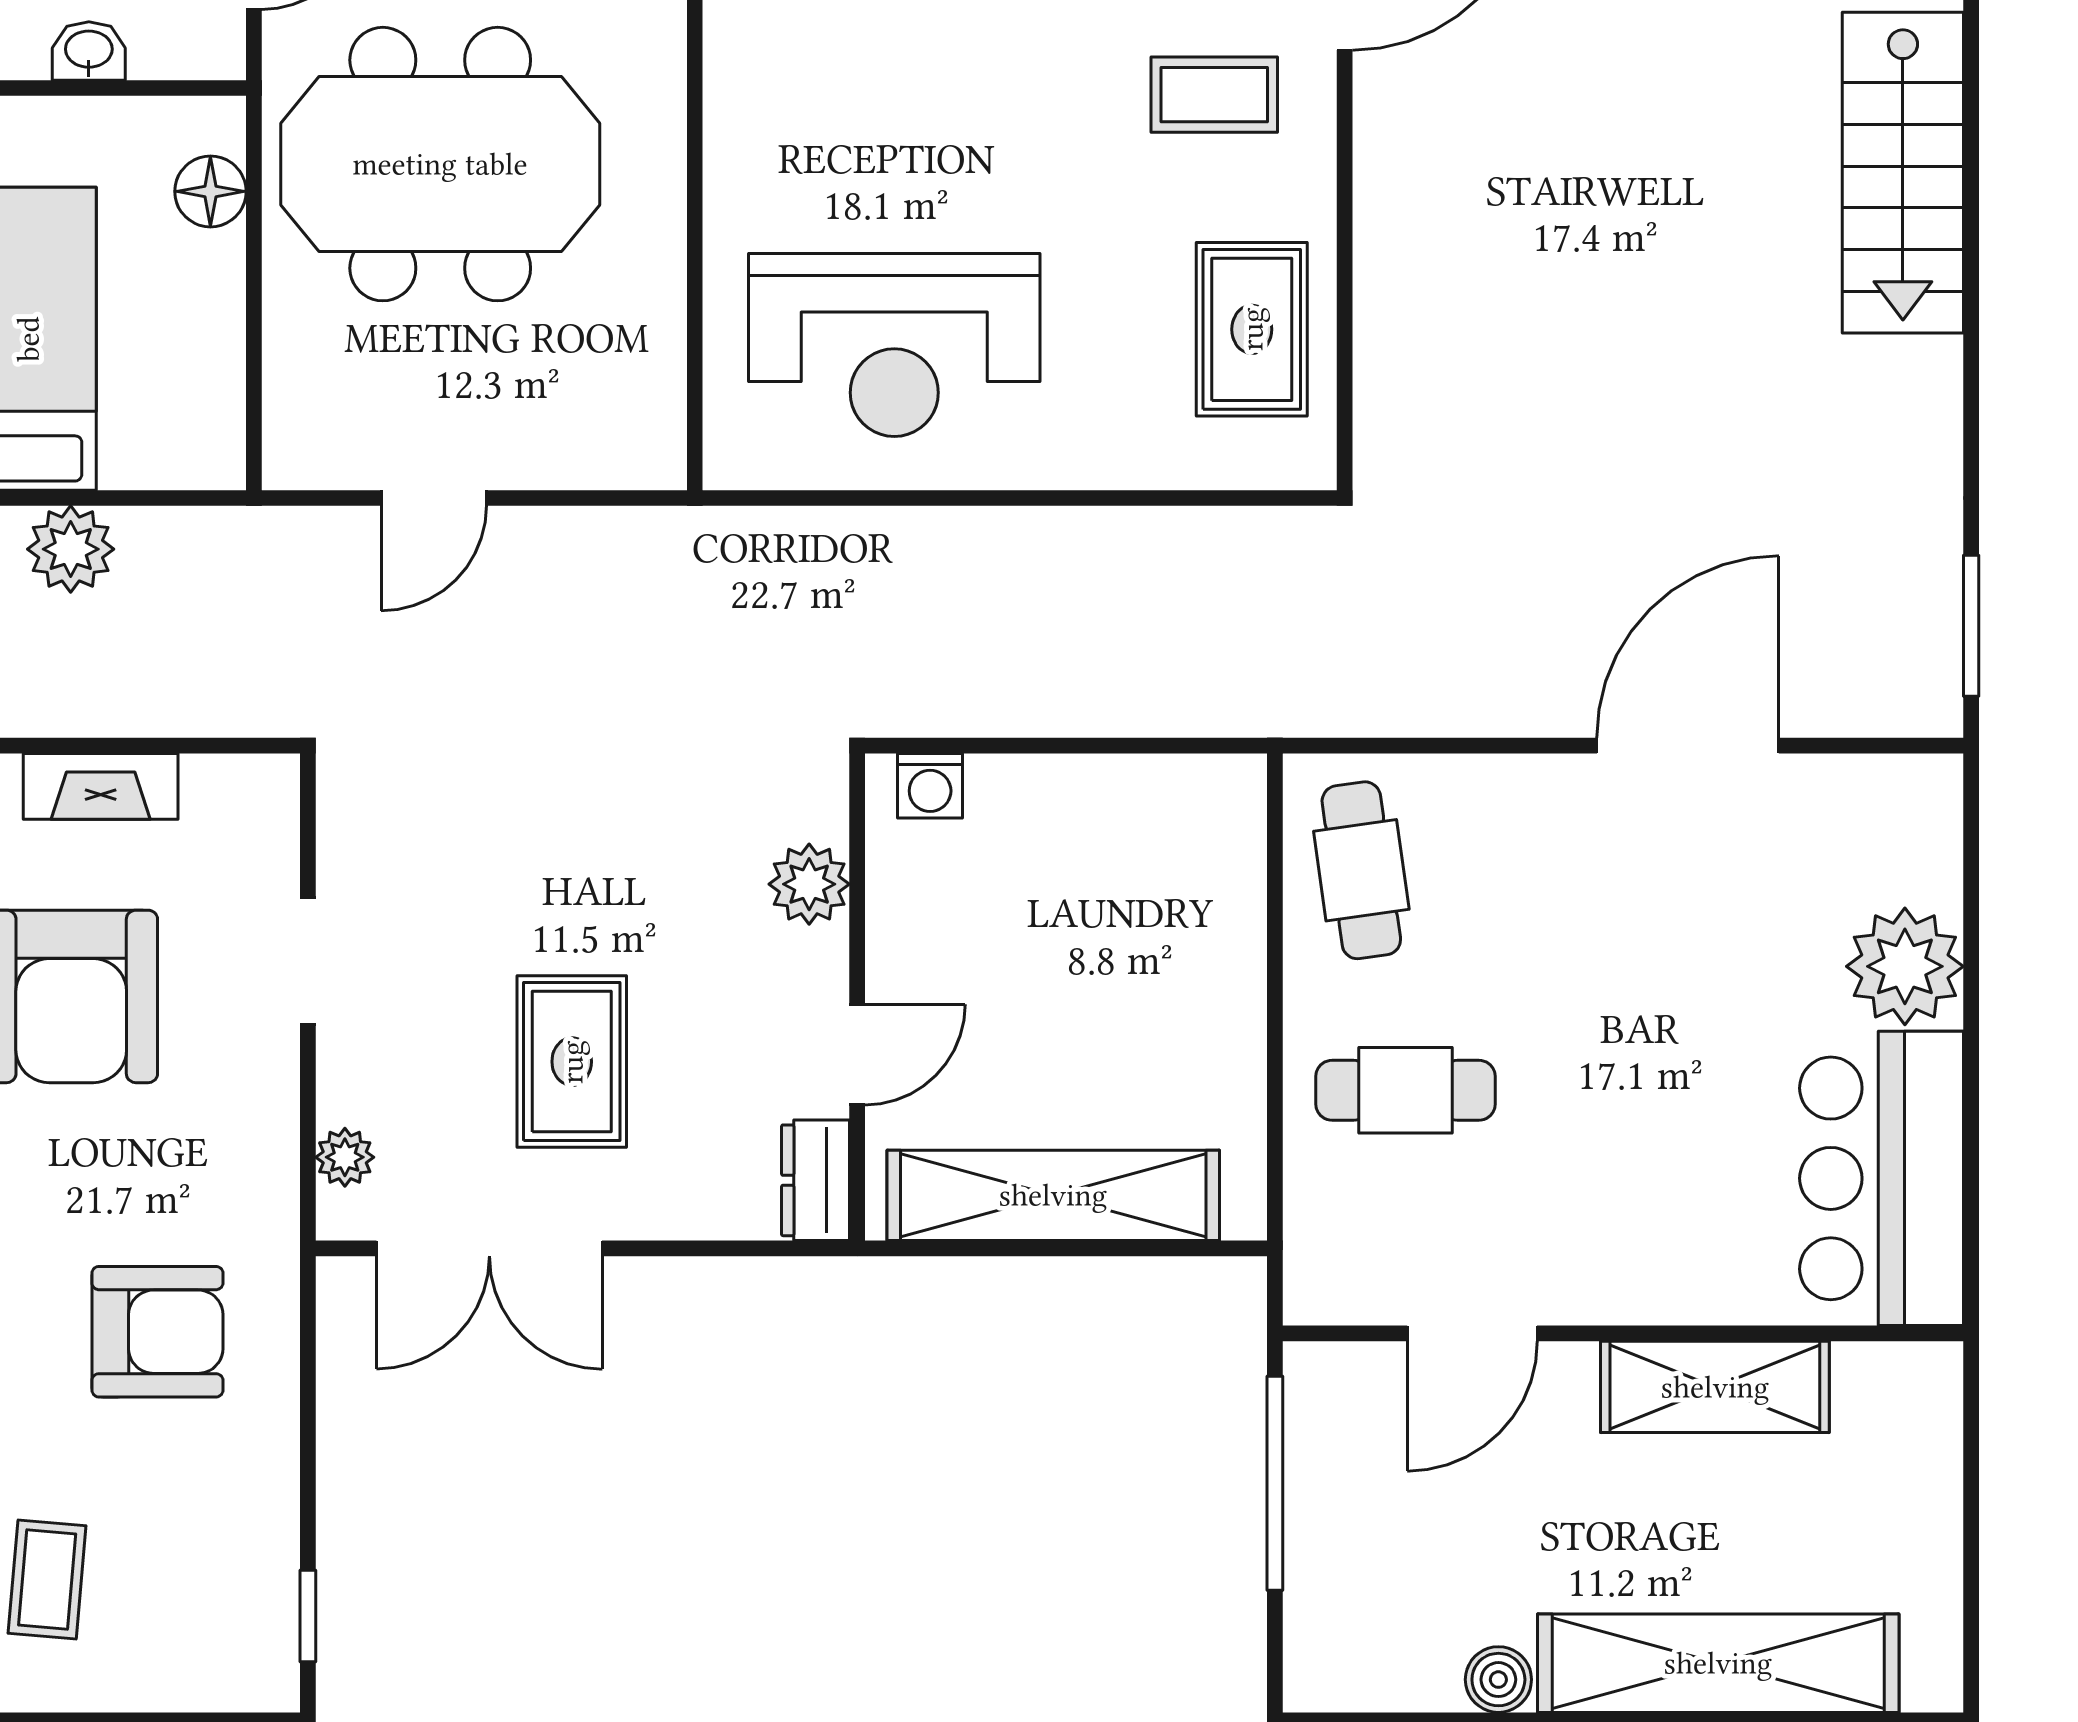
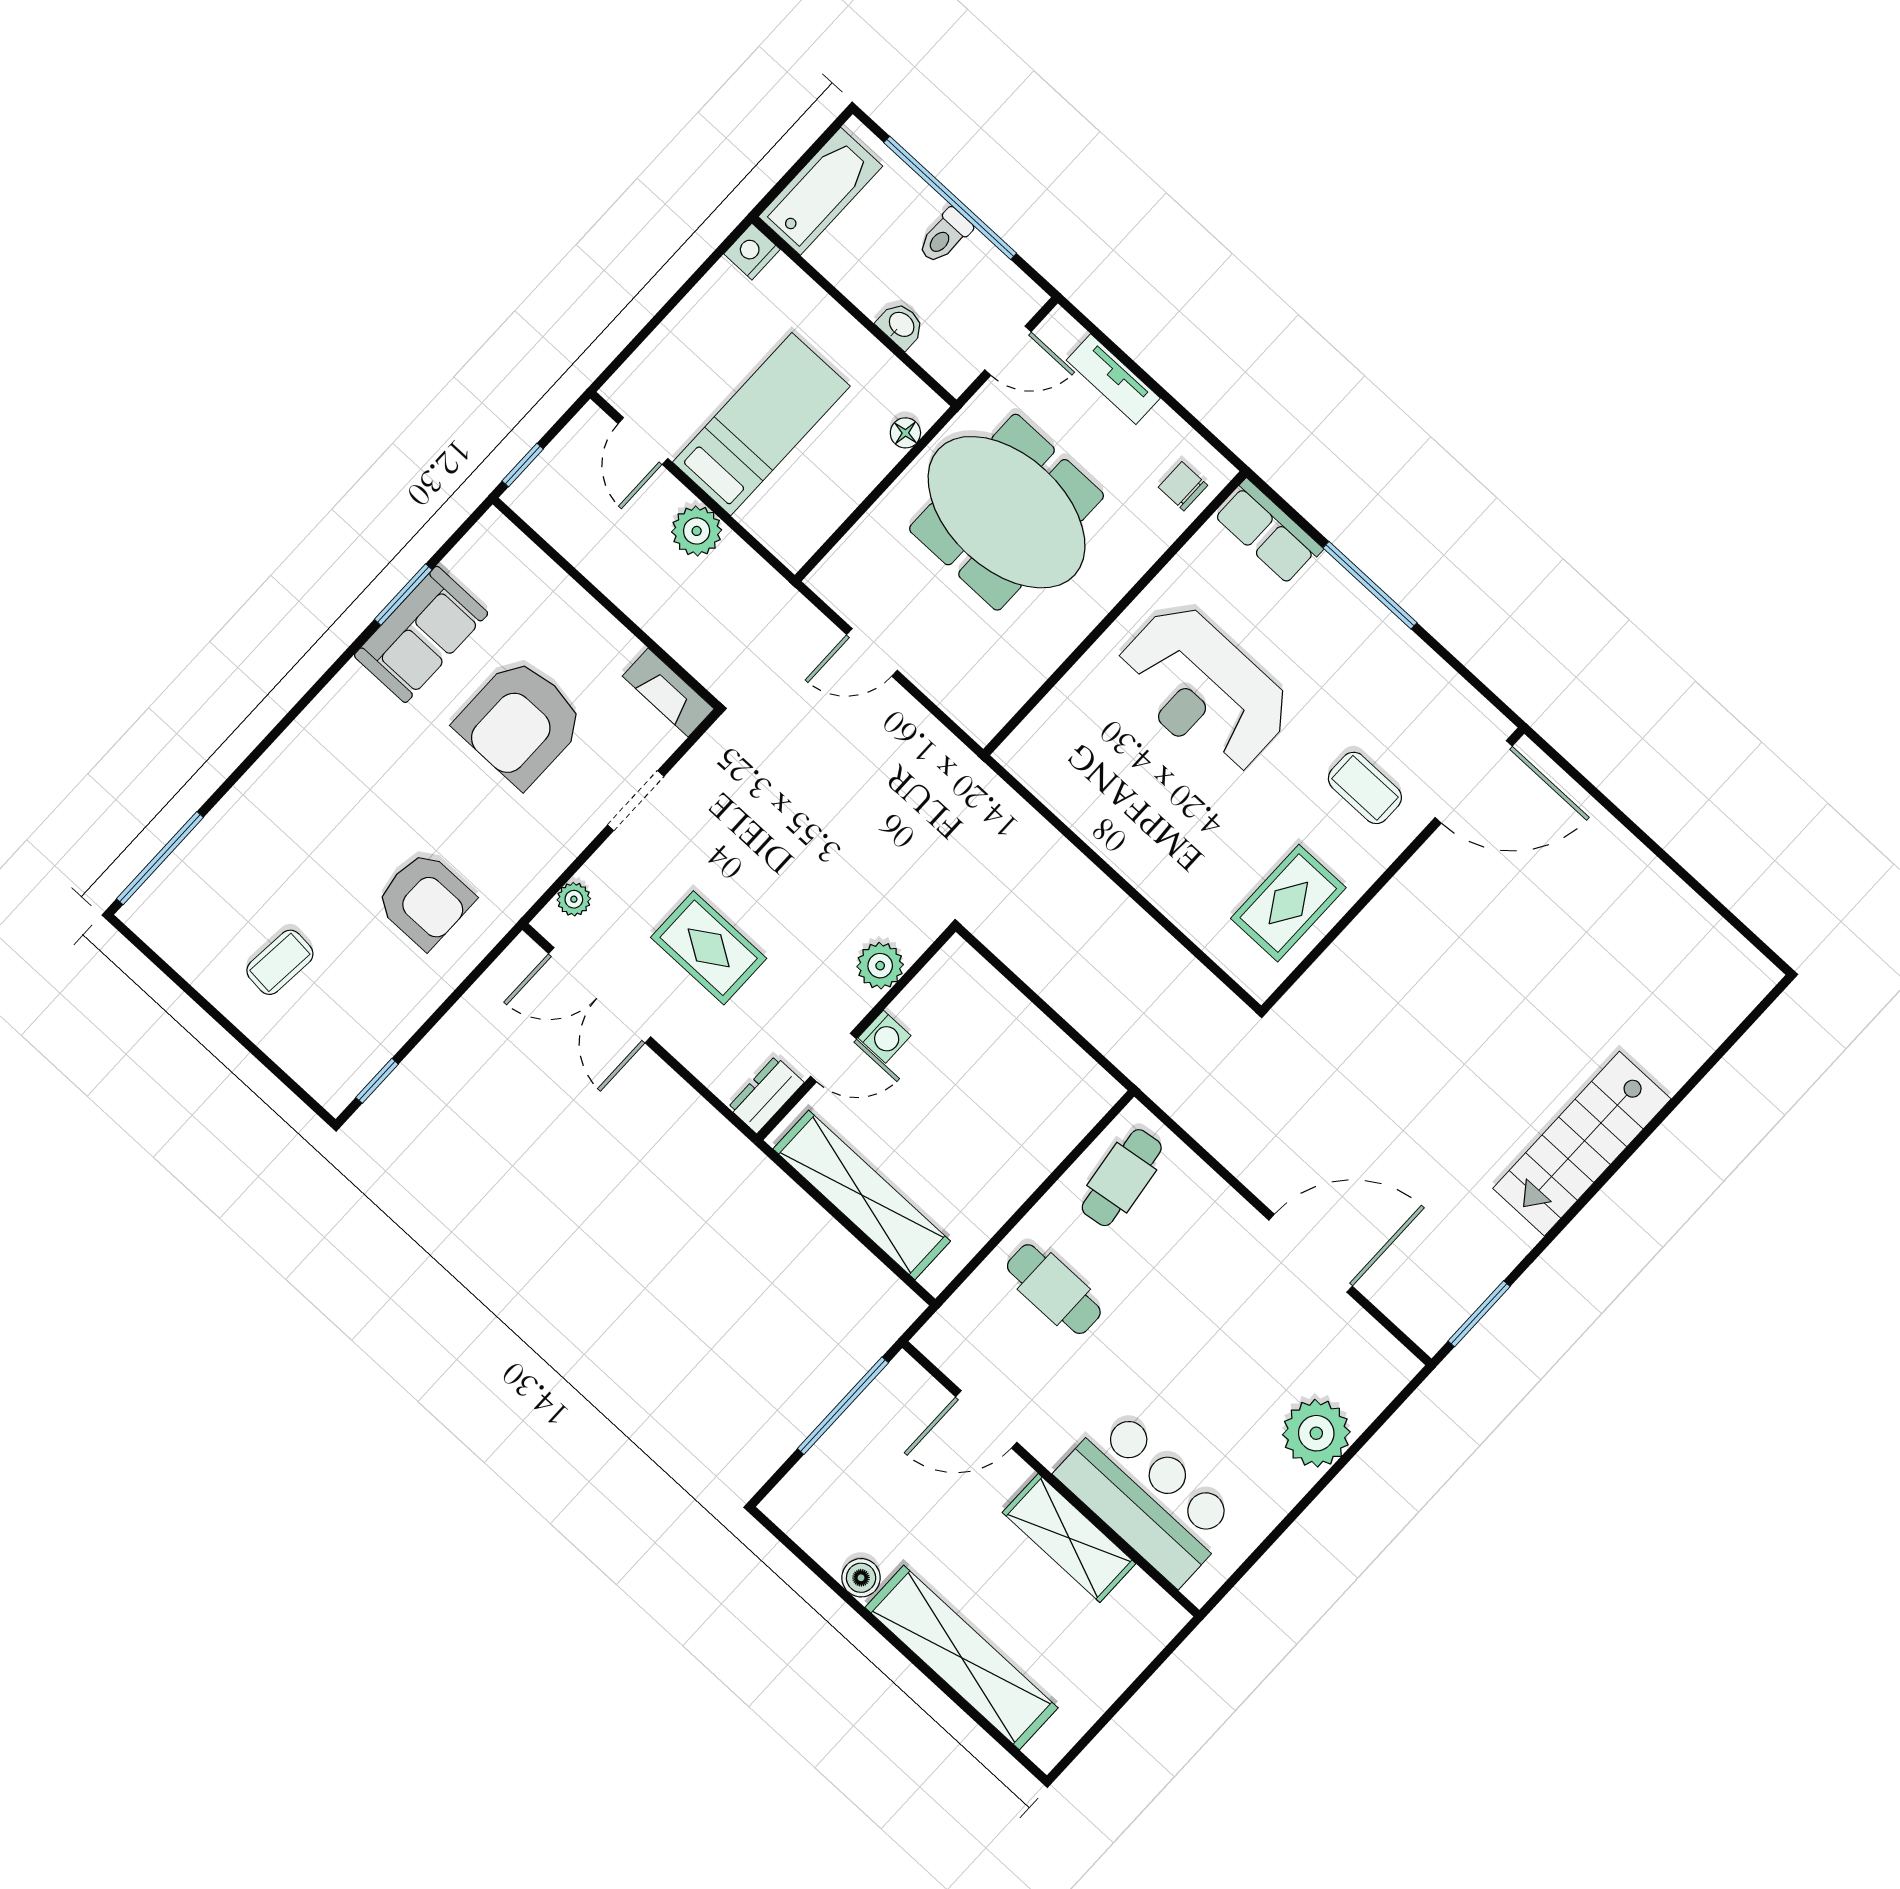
stairs: (1903, 173) -> (1582, 1144), moved
floor lamp: (210, 191) -> (905, 433), width x0.73, depth x0.73
reception desk: (894, 345) -> (1203, 690), moved
fireplace: (101, 786) -> (668, 693), moved
washing machine: (930, 786) -> (884, 1037), moved, turned -90
rug: (572, 1062) -> (709, 948), turned 90
bar counter: (1882, 1178) -> (1147, 1497), moved, turned 90

